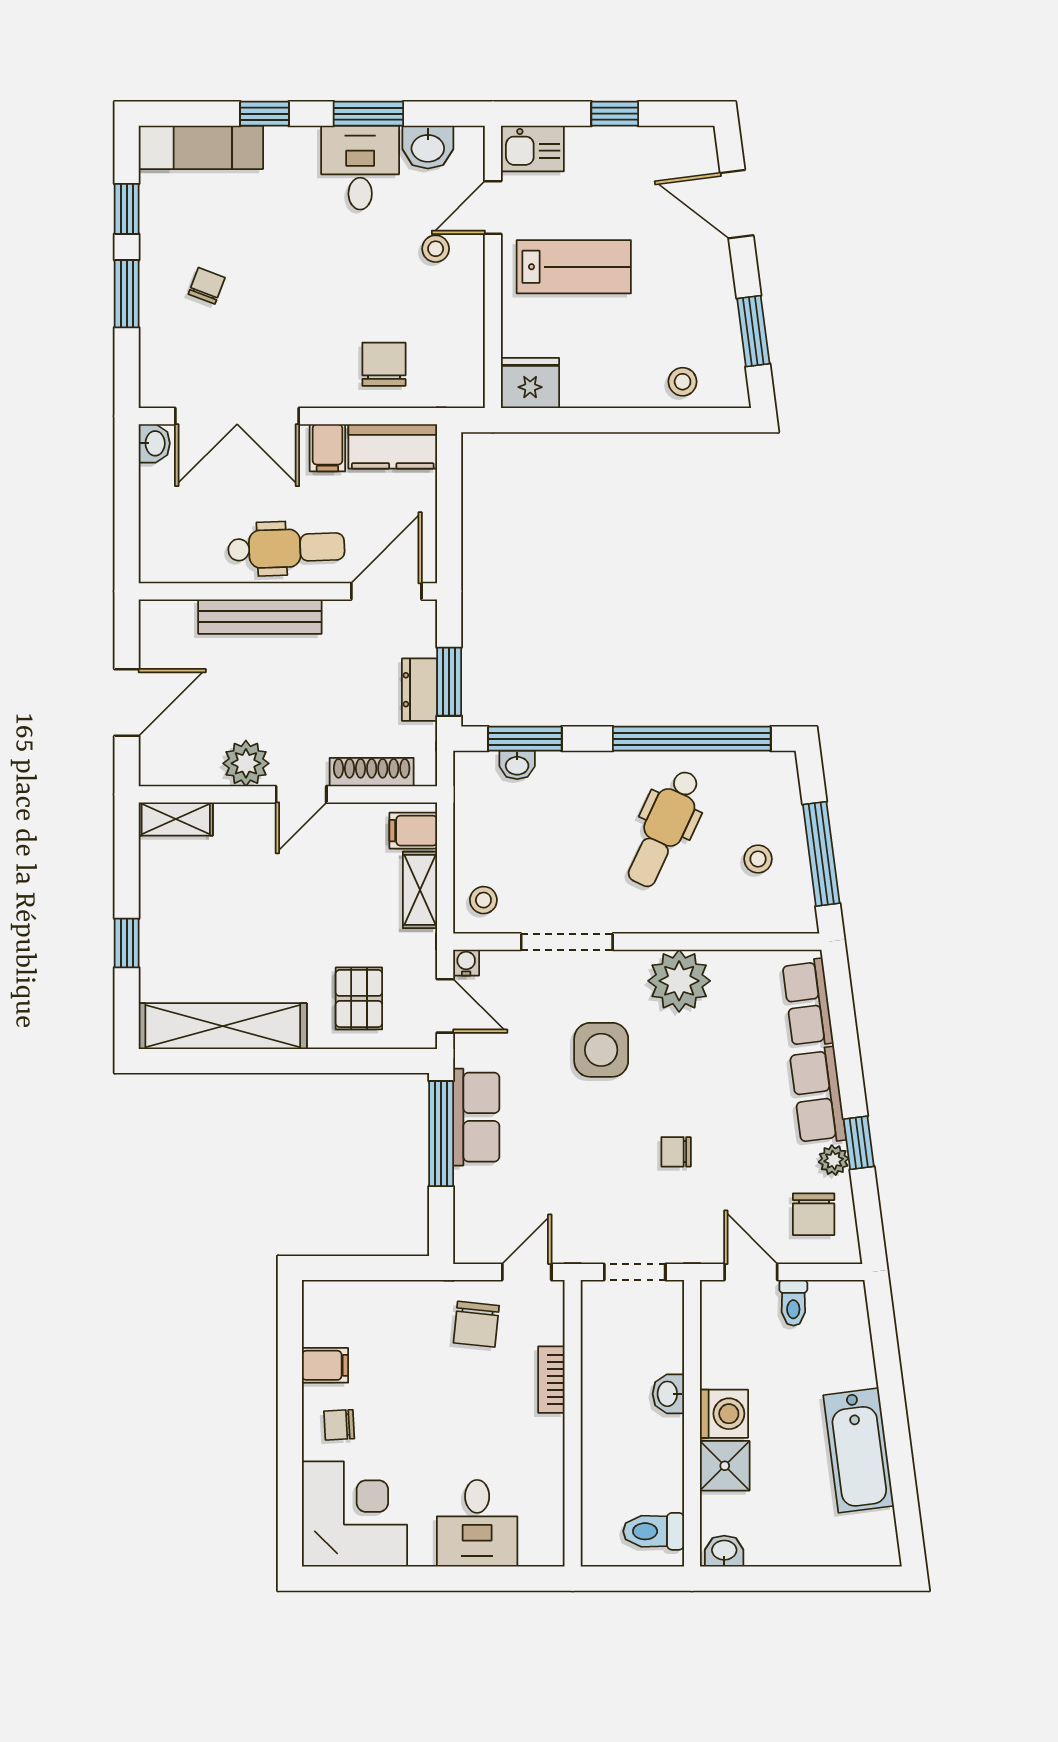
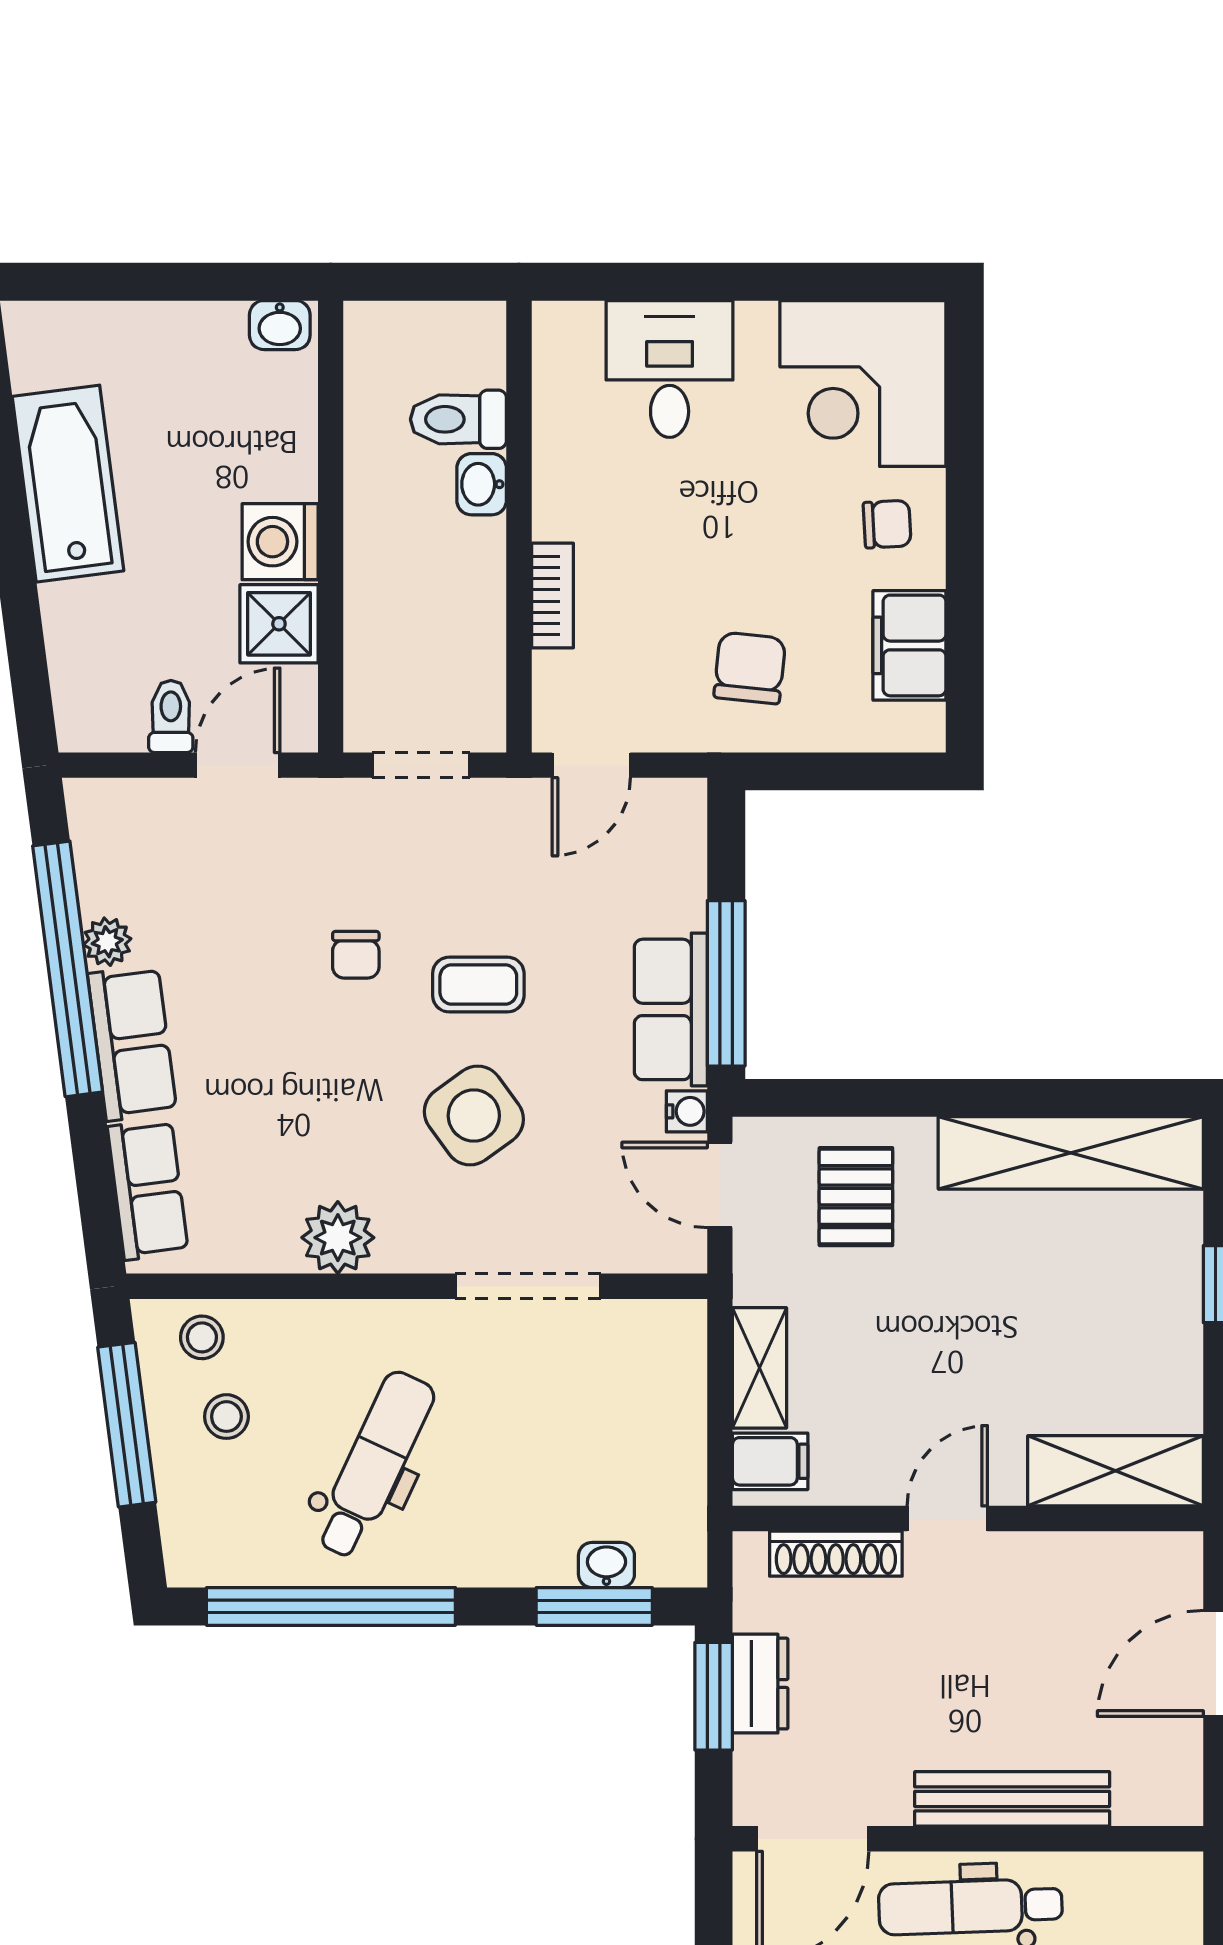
plant: (246, 763) -> (1034, 1567), removed
shelving: (176, 819) -> (1116, 1471), width x1.50, depth x1.33
stool: (483, 900) -> (202, 1337), moved
water cooler: (466, 963) -> (687, 1111), moved, turned -90
plant: (679, 981) -> (338, 1238), width x0.73, depth x0.73
side table: (601, 1050) -> (474, 1116), turned -36
coffee table: (598, 1133) -> (478, 985), added
window: (859, 1143) -> (68, 969), width x3.17
chair: (676, 1152) -> (356, 955), turned 90
chair: (814, 1214) -> (139, 856), removed
door: (751, 1272) -> (238, 765), swing flipped
chair: (476, 1324) -> (750, 668), moved
filing cabinet: (325, 1365) -> (909, 645), width x2.00
washbasin: (668, 1394) -> (482, 484), moved, turned 180
shower: (725, 1466) -> (279, 624), moved
toilet: (654, 1531) -> (458, 419), moved, turned 180

